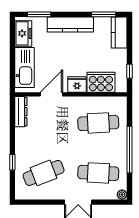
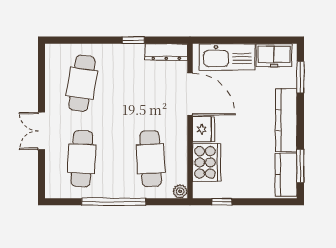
kitchen counter: (119, 33) -> (286, 175), moved, turned -90
door: (51, 94) -> (190, 94), width x1.36
window: (12, 162) -> (133, 40), moved
cafe table: (44, 173) -> (82, 83), turned 30
plant: (122, 195) -> (180, 191), moved

